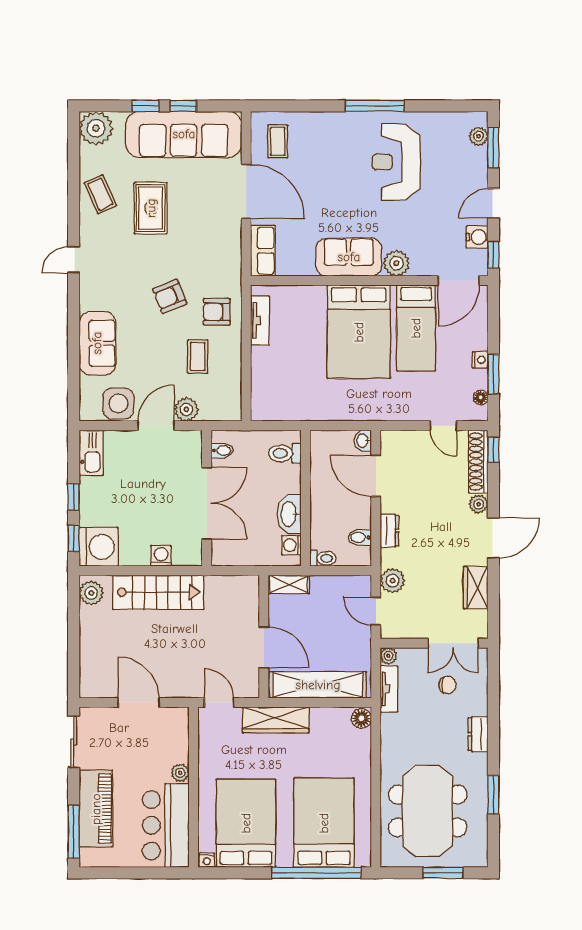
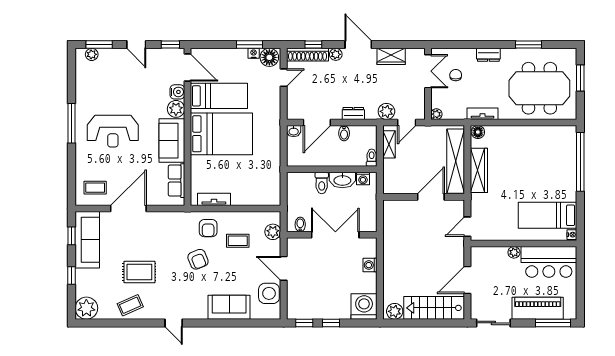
window: (183, 106) -> (72, 236), moved
sofa: (184, 134) -> (87, 240), width x0.74, depth x0.79
reception desk: (396, 162) -> (113, 131), moved
water cooler: (477, 237) -> (177, 92), moved, turned 90
row of seats: (263, 251) -> (176, 181), moved, turned -90
nightstand: (480, 360) -> (254, 53), moved
floor lamp: (481, 398) -> (269, 57), width x1.89, depth x1.89
plant: (186, 409) -> (273, 232), moved
window: (493, 450) -> (313, 45), moved
kitchen sink: (91, 453) -> (302, 311), removed
toilet: (285, 453) -> (322, 183), moved
bidet: (360, 537) -> (344, 133), moved
window: (74, 538) -> (304, 323), moved
shelving: (289, 584) -> (389, 144), moved
stairs: (158, 592) -> (434, 308), moved, turned -90
tv unit: (389, 689) -> (483, 114), moved
wardrobe: (276, 720) -> (479, 170), moved
bed: (246, 823) -> (547, 215), width x0.67
bed: (324, 823) -> (547, 157), removed

